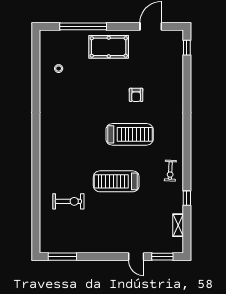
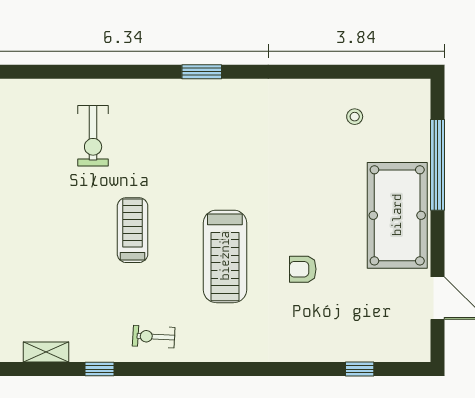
pool table: (109, 47) -> (397, 215), width x1.36, depth x1.32
window: (187, 48) -> (360, 369), moved
window: (36, 146) -> (202, 72), added
treadmill: (116, 181) -> (133, 230), width x0.73, depth x0.73

